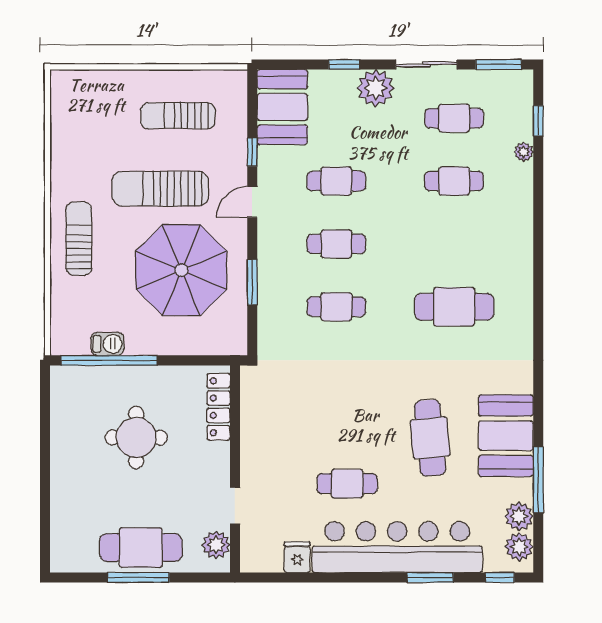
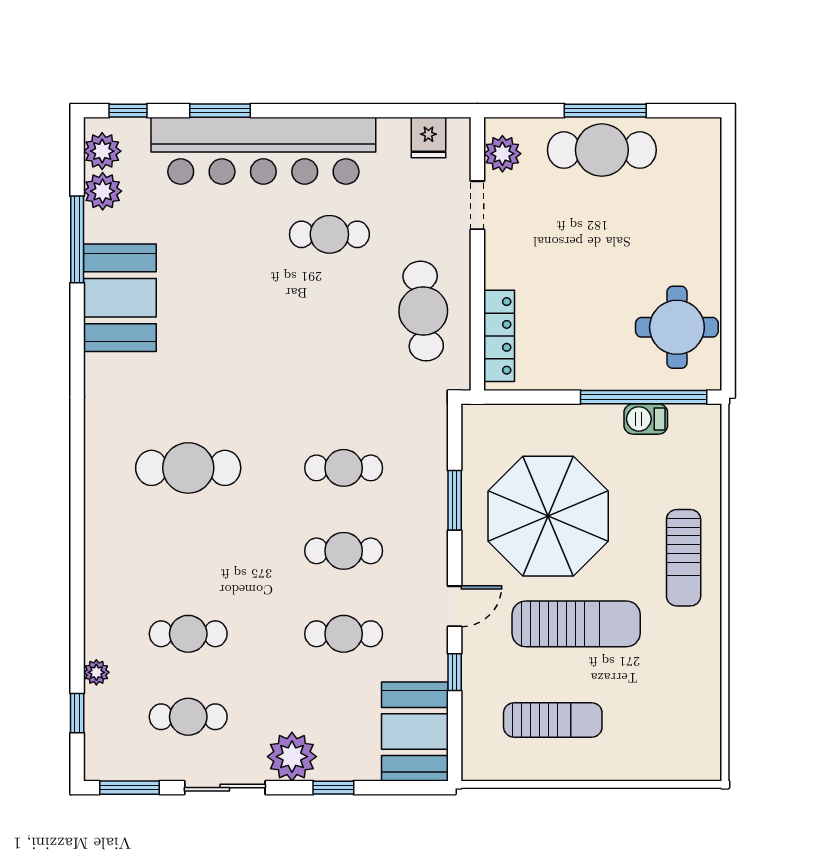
round table: (136, 437) -> (677, 327), moved
cafe table: (430, 438) -> (423, 311), moved
fridge: (297, 557) -> (428, 137), moved

